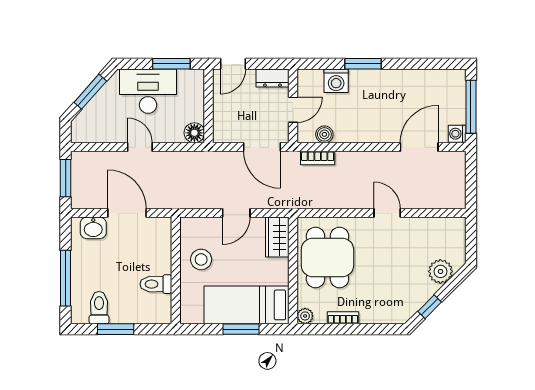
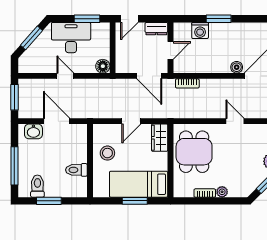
boiler: (324, 134) -> (237, 67), moved
plant: (305, 316) -> (222, 192), moved

